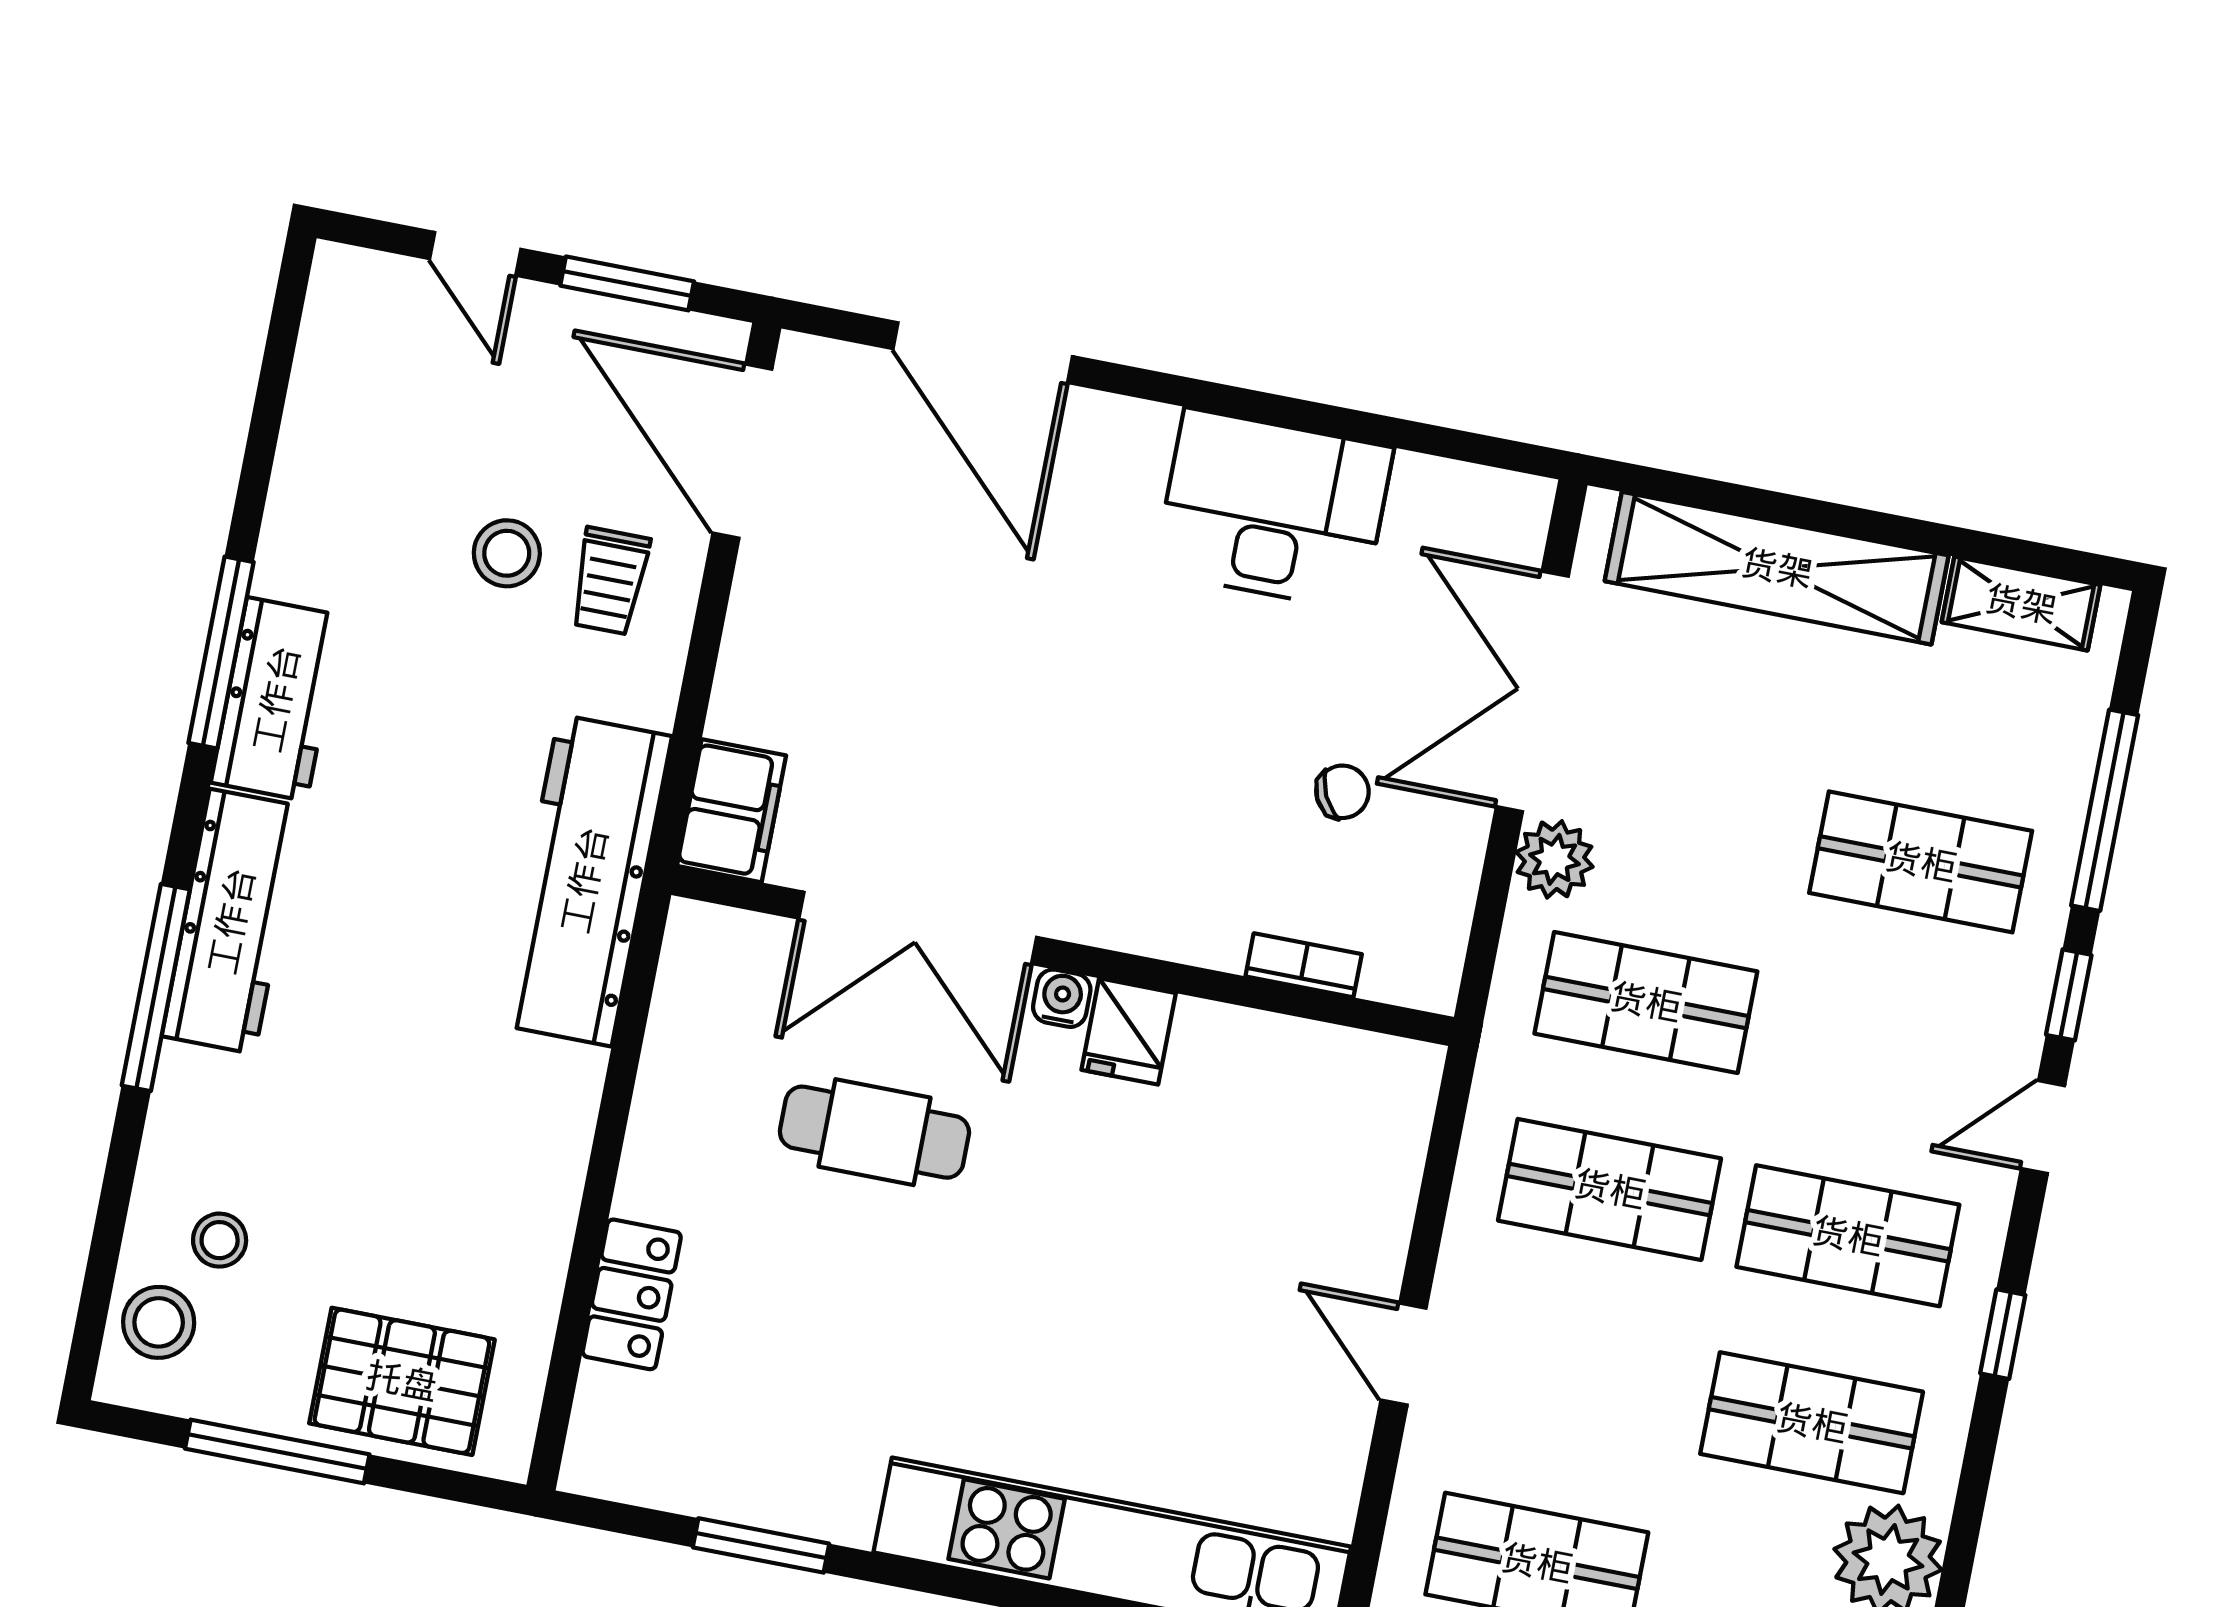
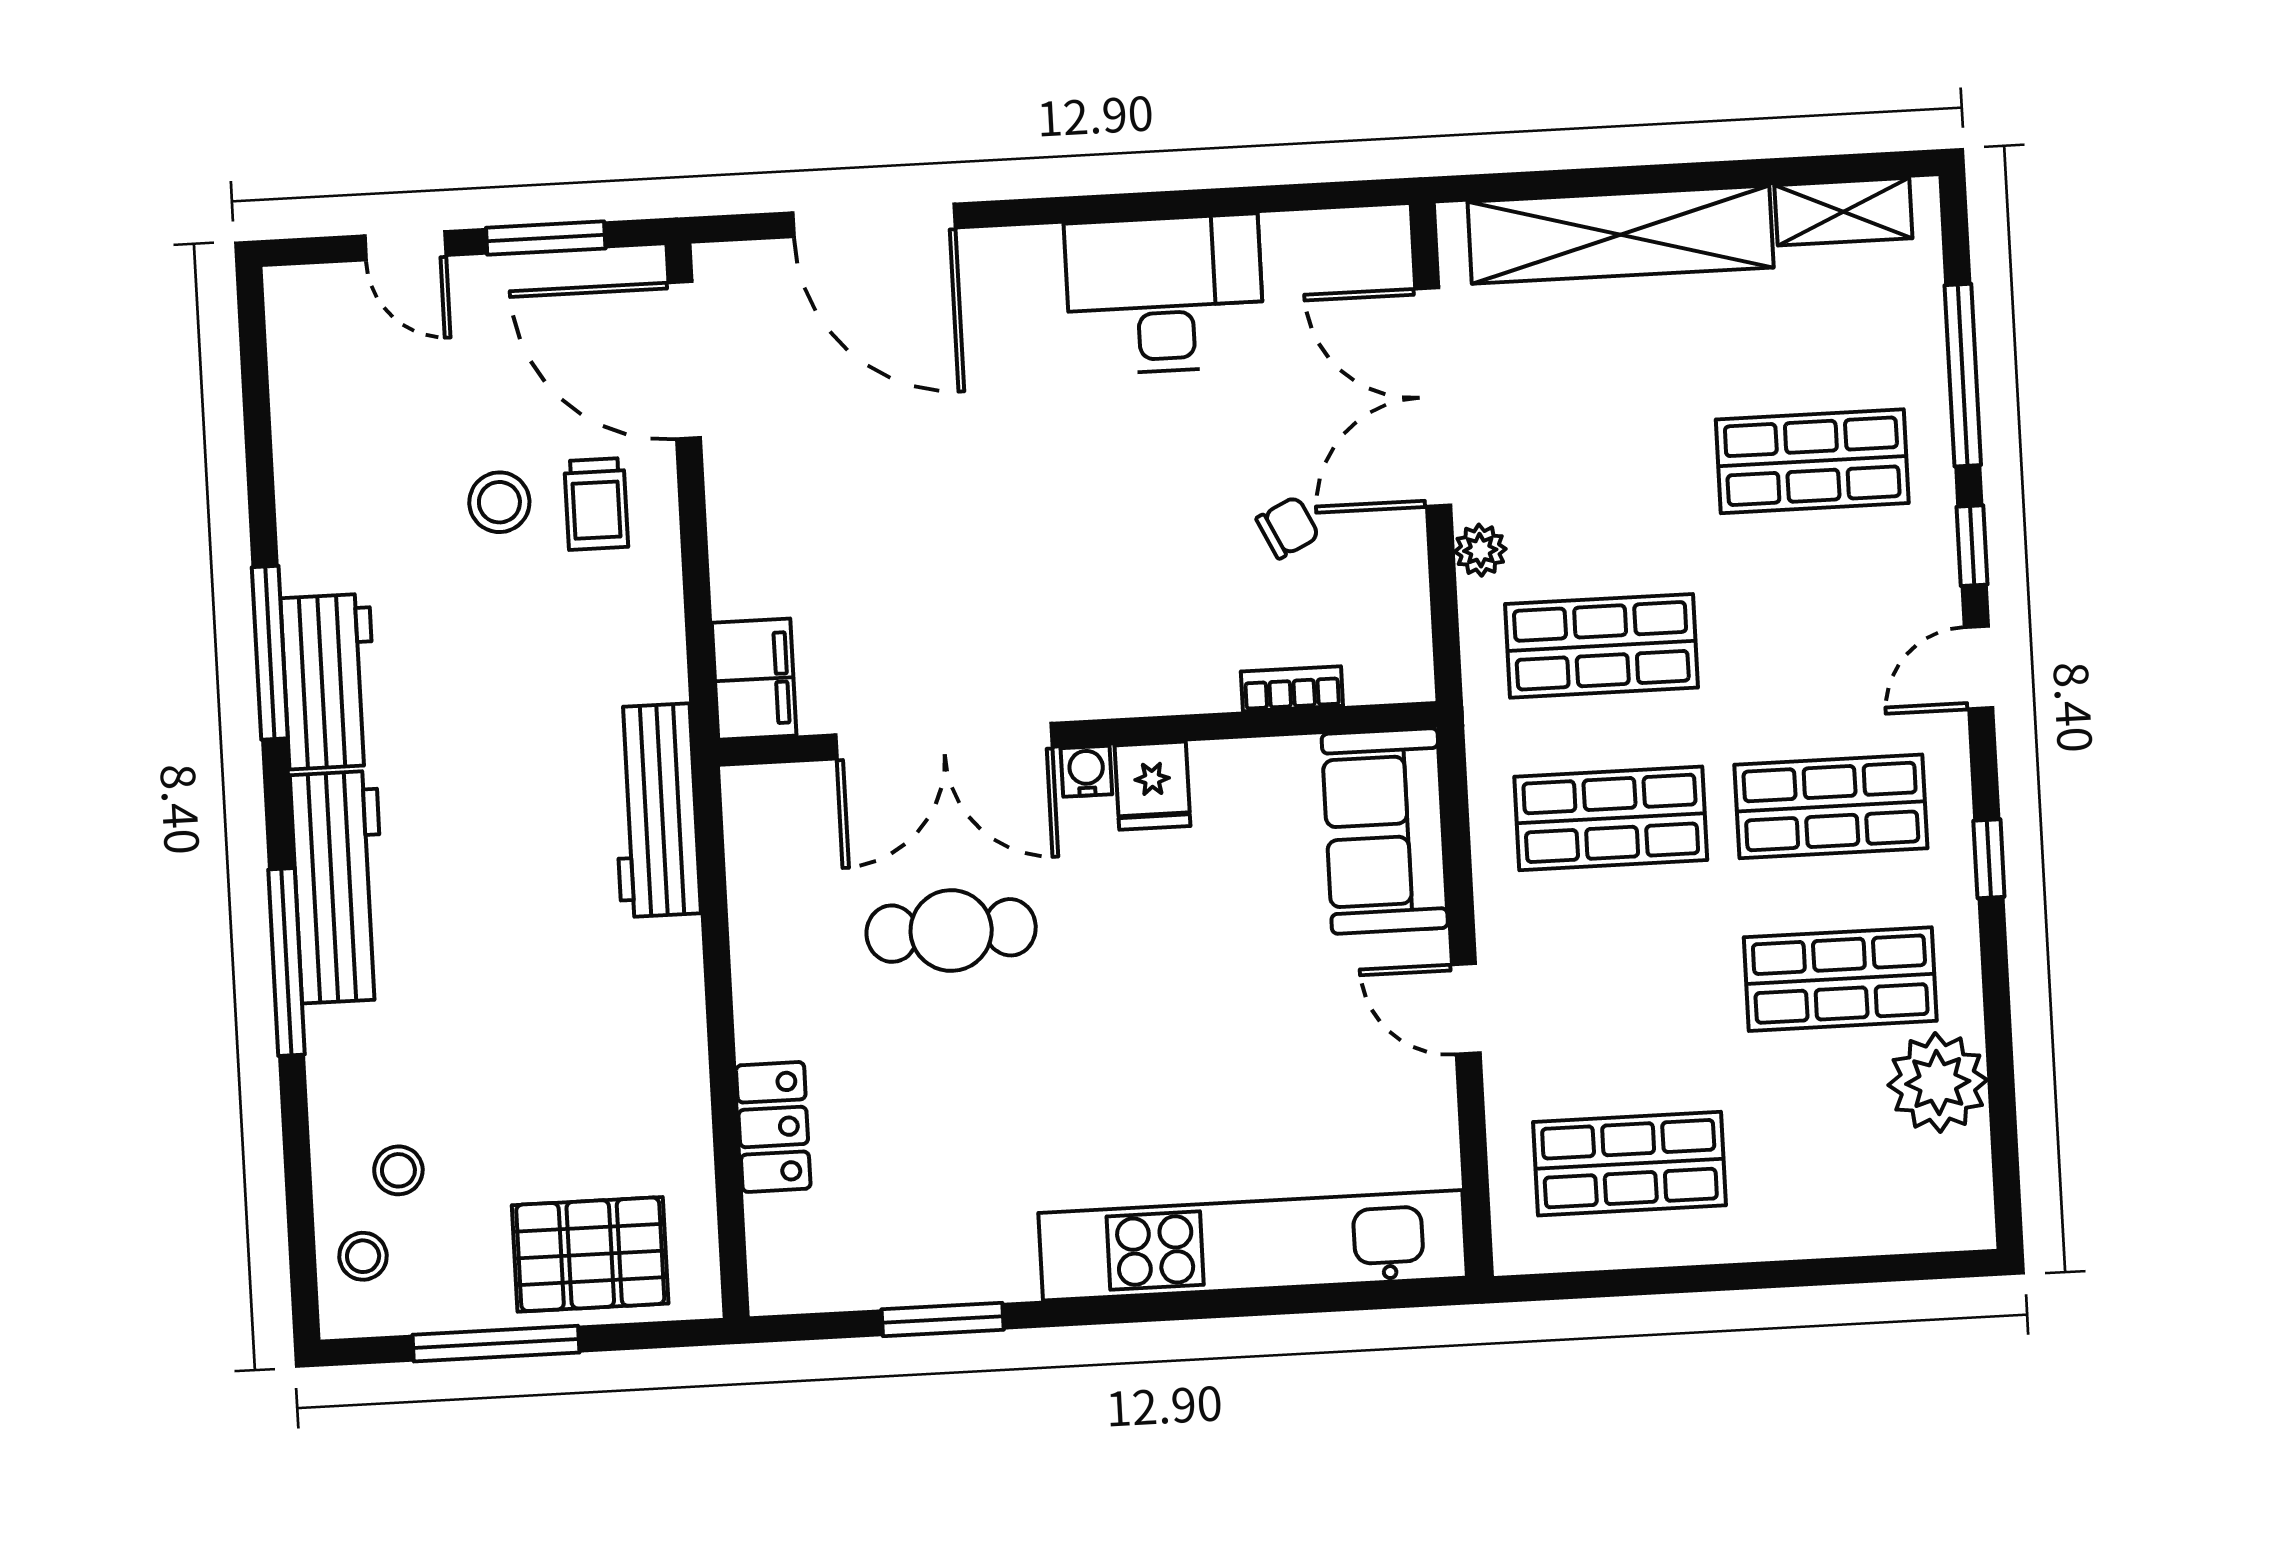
plant: (1554, 859) -> (1480, 550), width x0.73, depth x0.73
workbench: (585, 880) -> (656, 810), width x0.73, depth x0.76
sofa: (1365, 1142) -> (1385, 831), added
stool: (159, 1322) -> (363, 1256), width x0.73, depth x0.73

